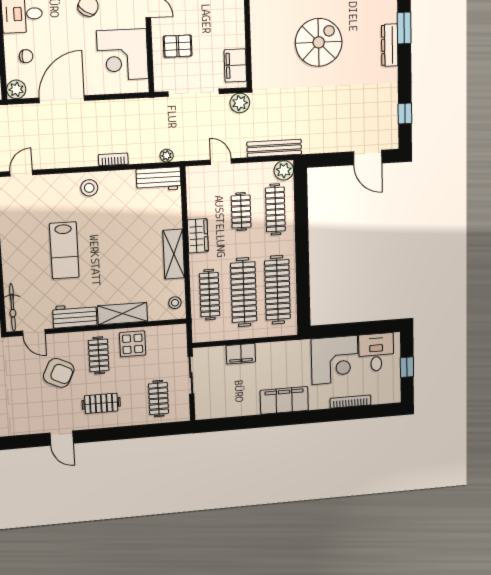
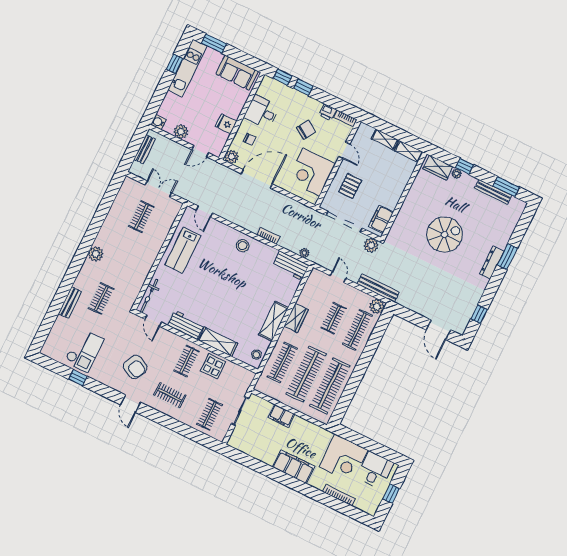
pallet: (178, 46) -> (350, 186), turned 90
door: (21, 173) -> (204, 212), swing flipped
lab bench: (64, 250) -> (183, 250), moved
armchair: (59, 373) -> (135, 367), moved

